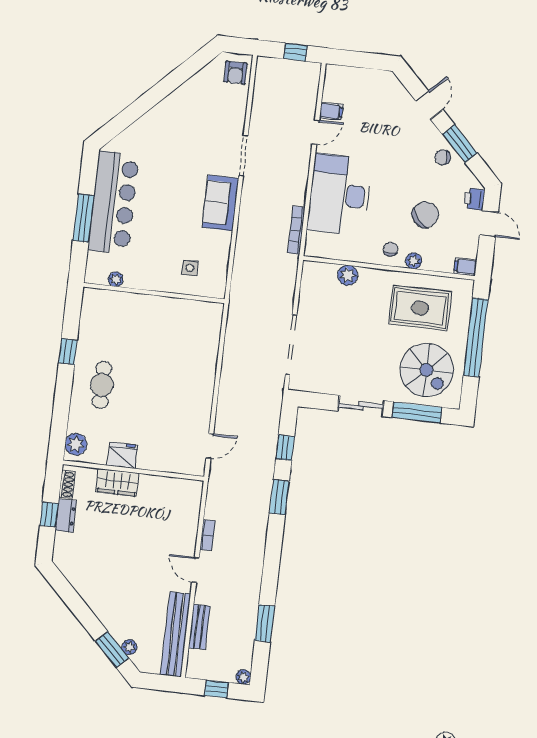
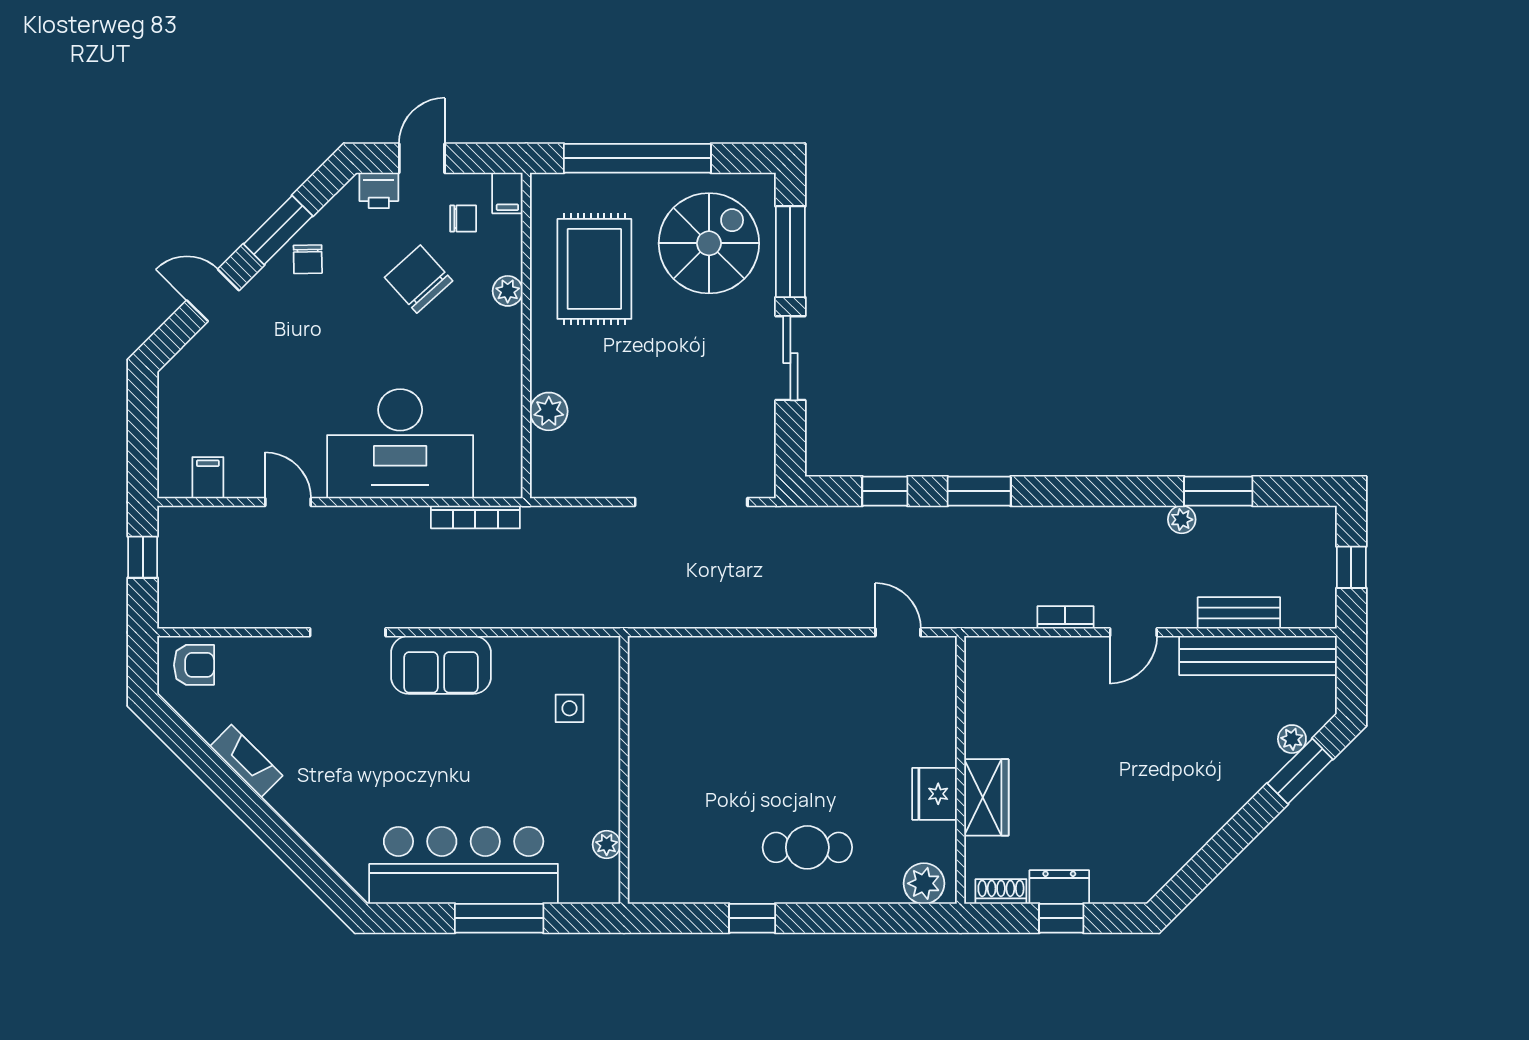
fireplace: (182, 94) -> (246, 761), added
filing cabinet: (331, 111) -> (208, 478), moved
chair: (391, 249) -> (463, 219), moved, turned 180
plant: (243, 677) -> (1182, 520), moved

